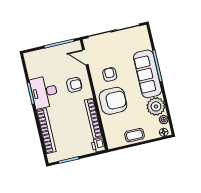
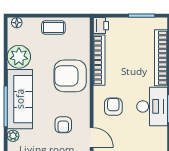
armchair: (110, 74) -> (63, 125), moved
armchair: (74, 85) -> (113, 107), turned 90
plant: (164, 120) -> (13, 136), moved

